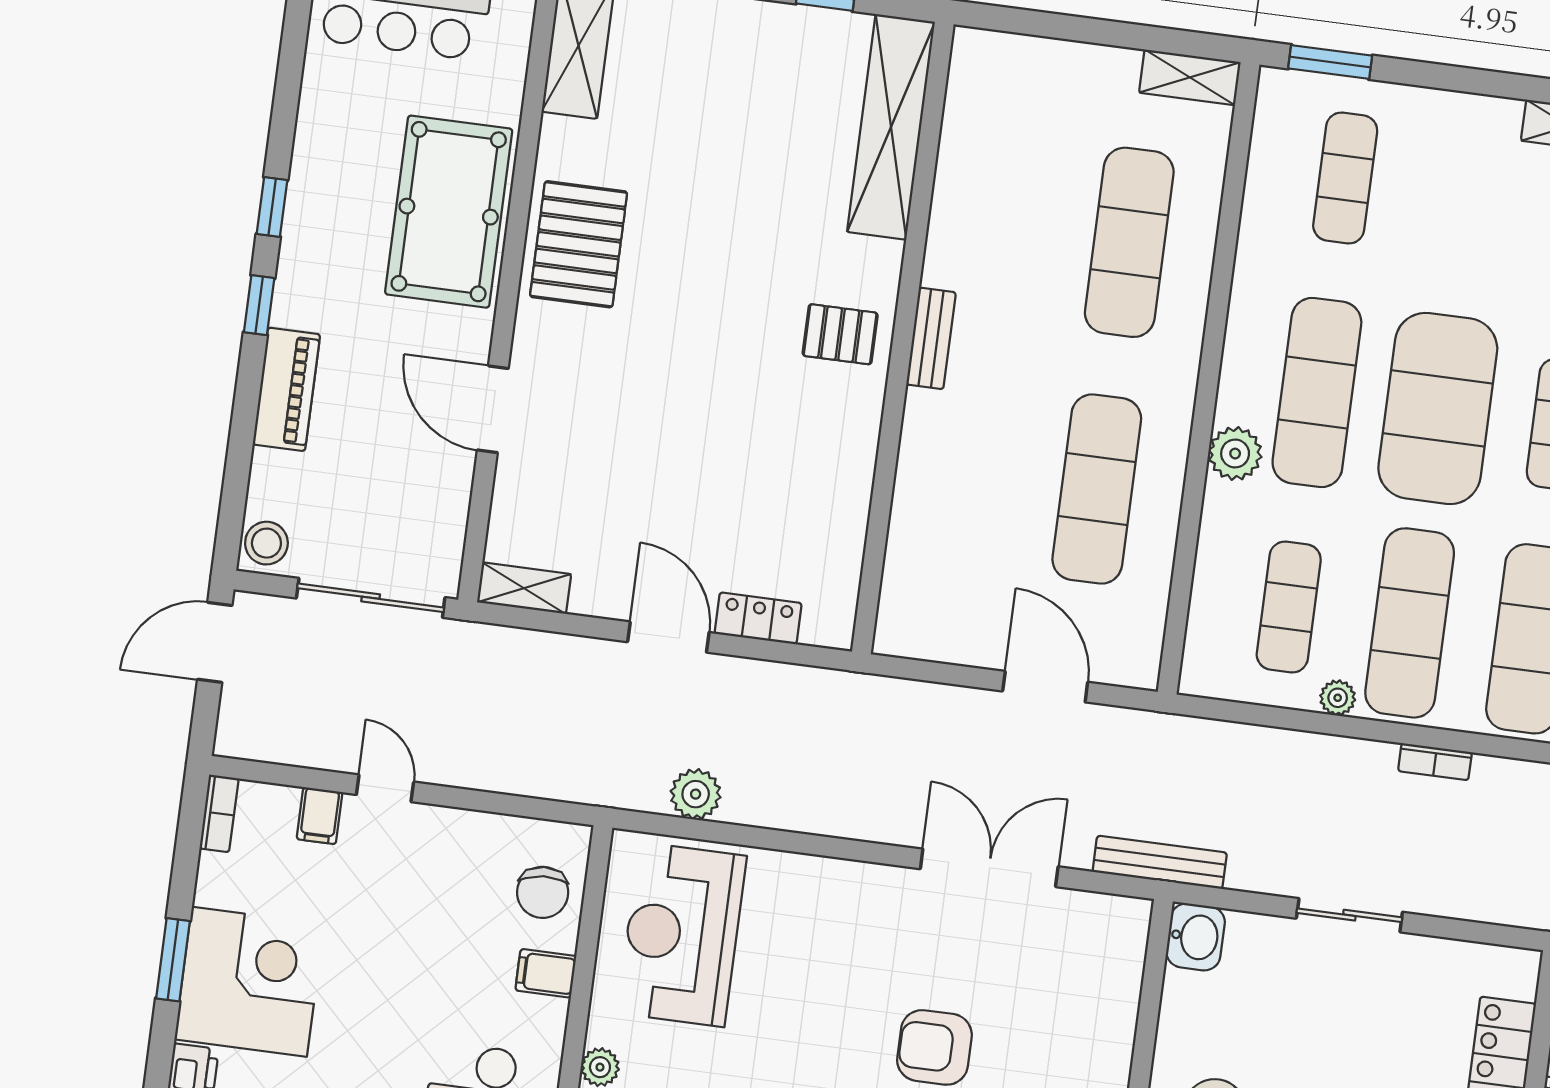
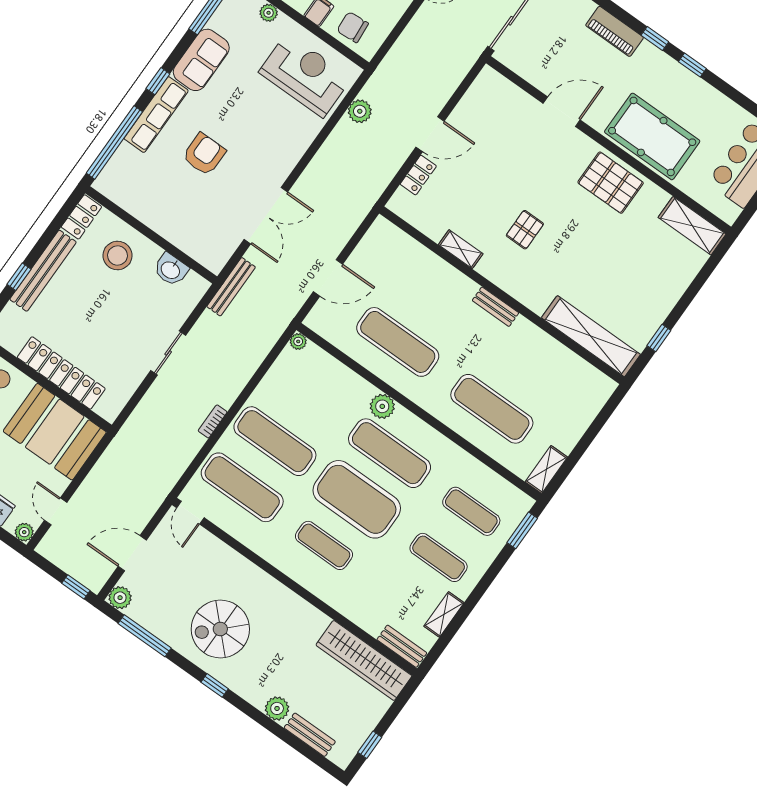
pallet: (840, 334) -> (525, 230), moved
shelving: (524, 588) -> (461, 249), moved, turned 90
exercise mat: (1289, 607) -> (439, 557), moved
plant: (1338, 698) -> (298, 341), moved
washbasin: (1196, 937) -> (171, 270), moved

